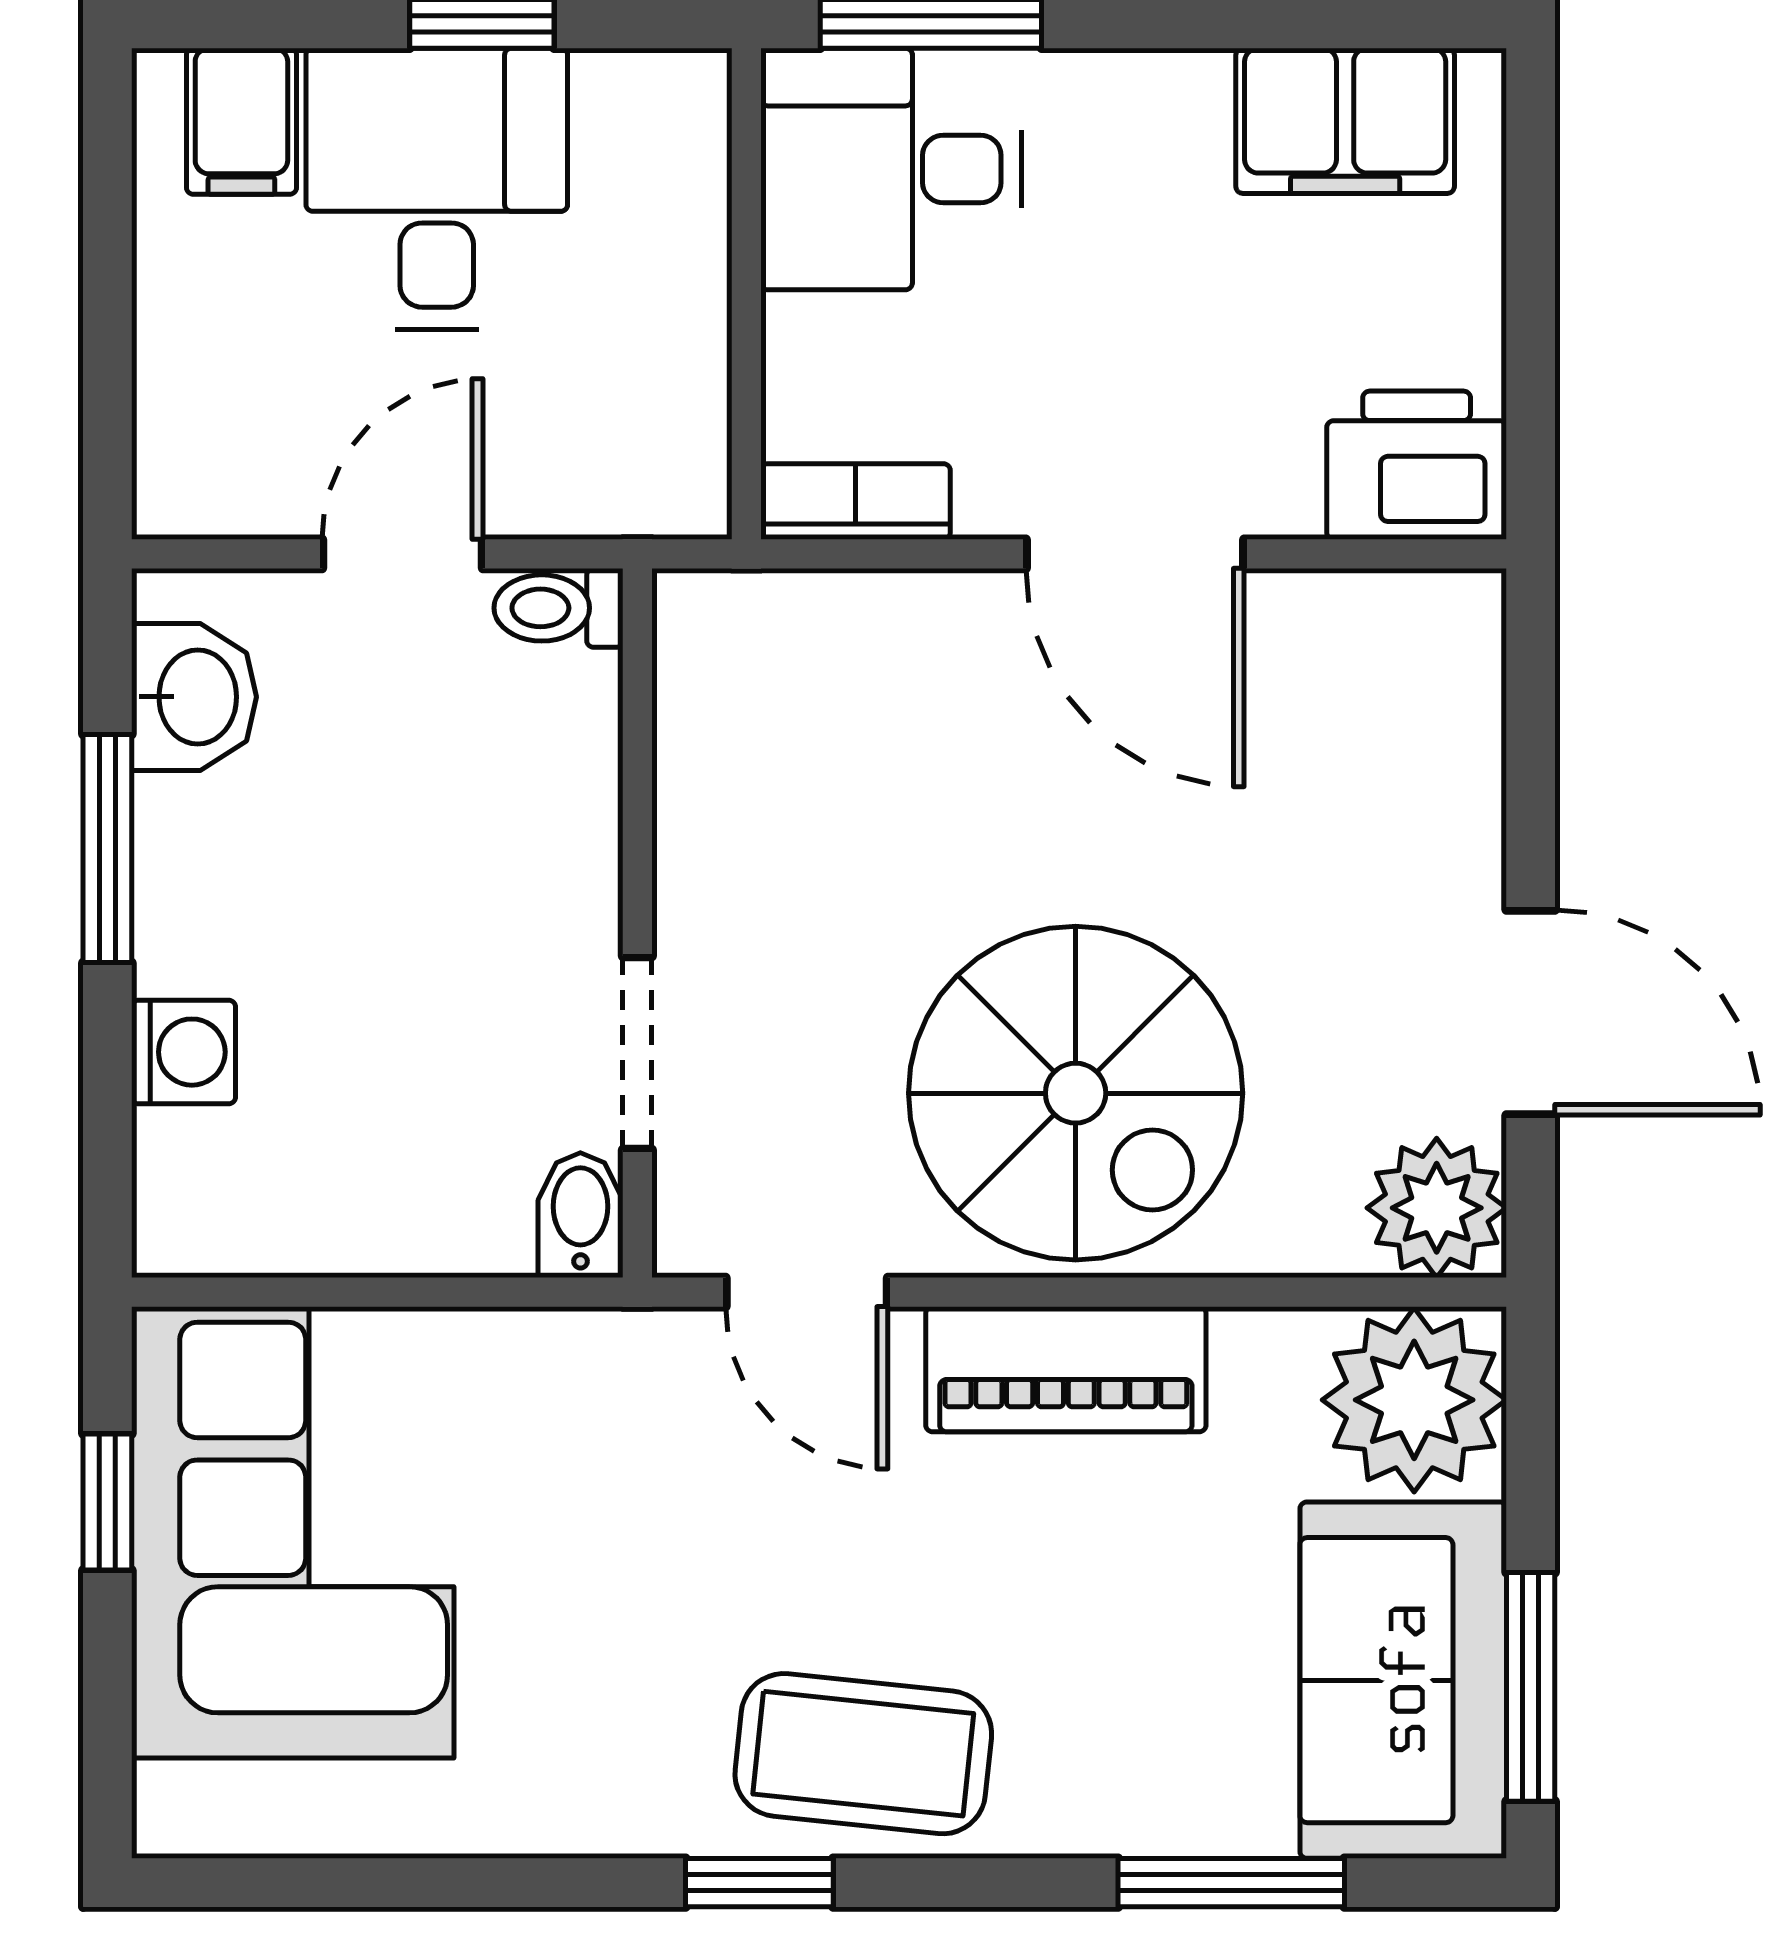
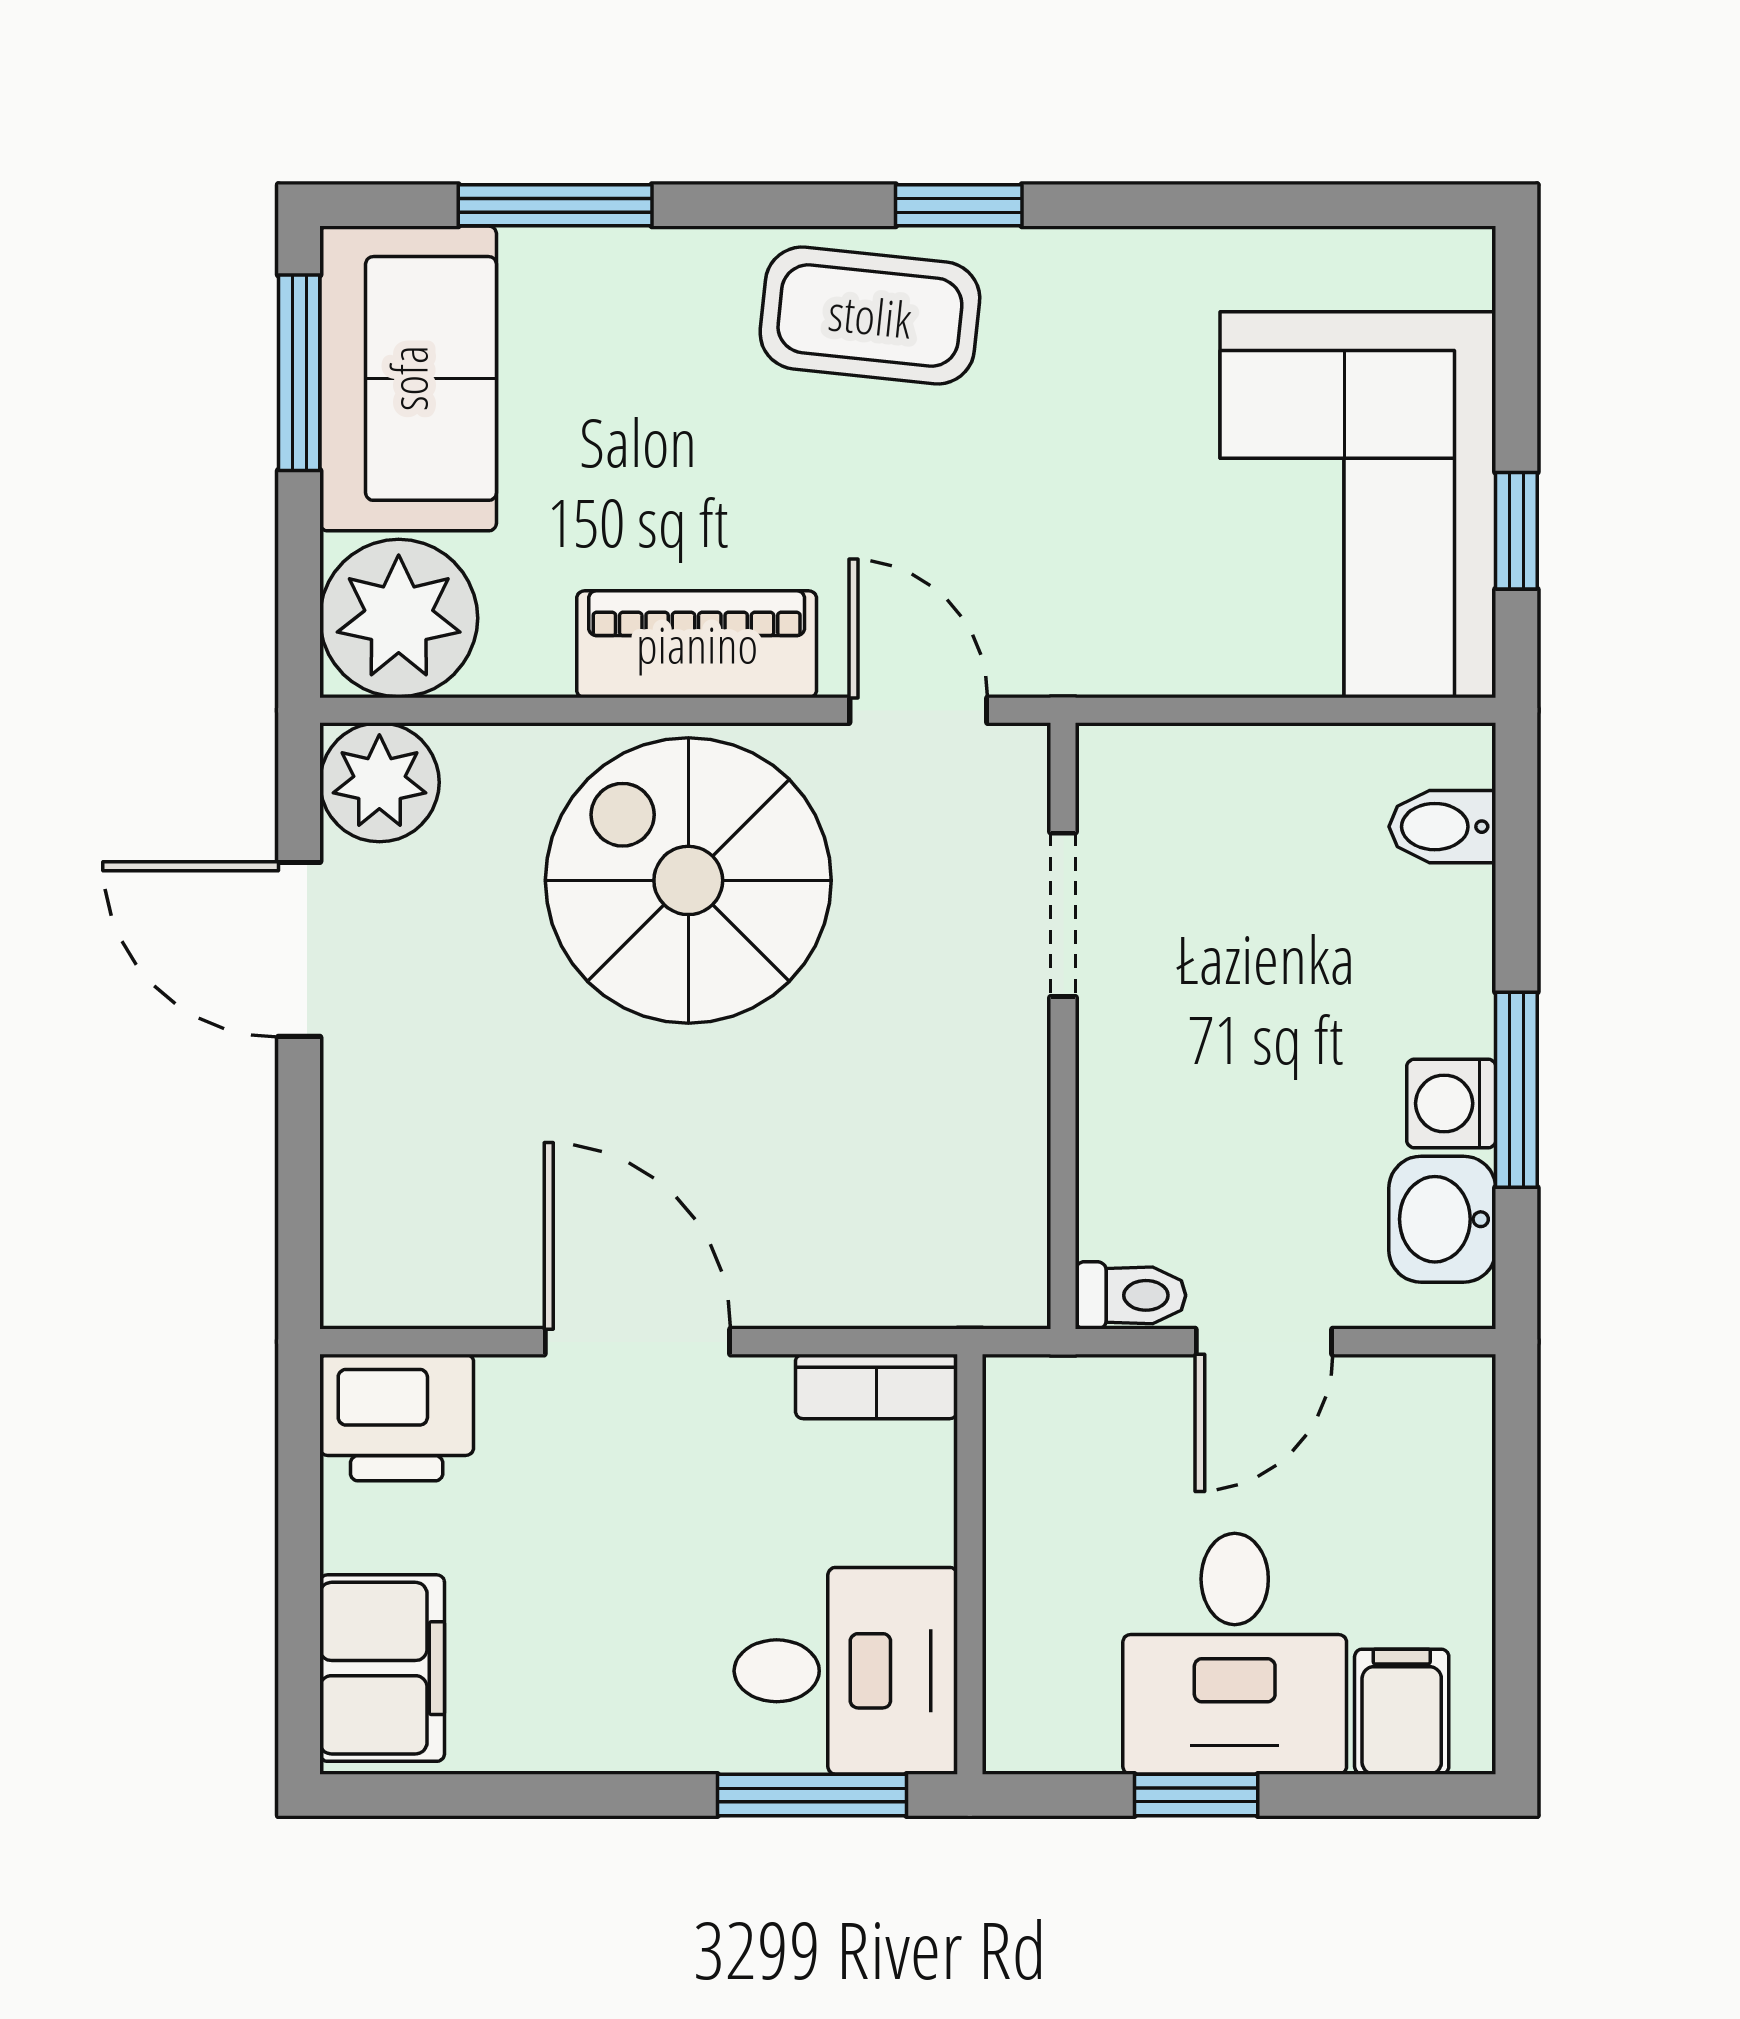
filing cabinet: (1345, 121) -> (382, 1668), moved, turned 90
washing machine: (184, 1052) -> (1451, 1103), moved
bidet: (580, 1215) -> (1442, 827), moved, turned 90

